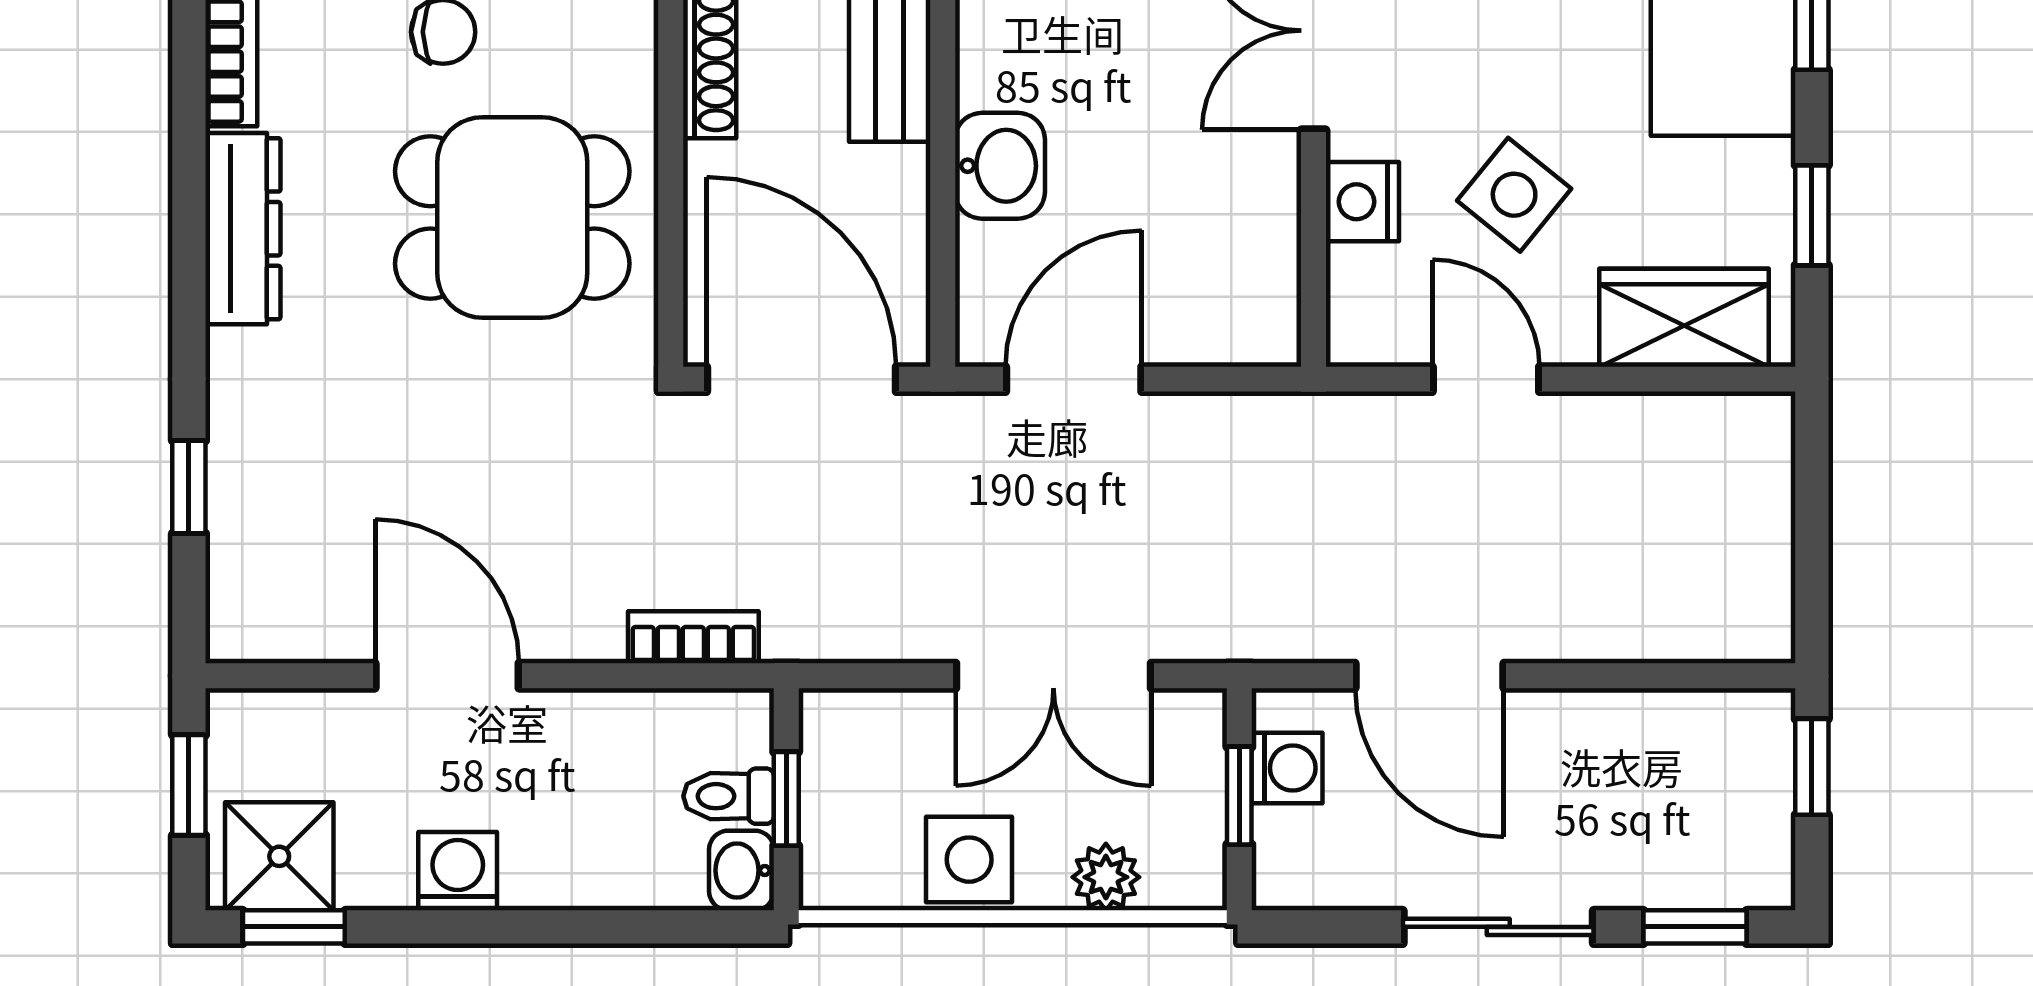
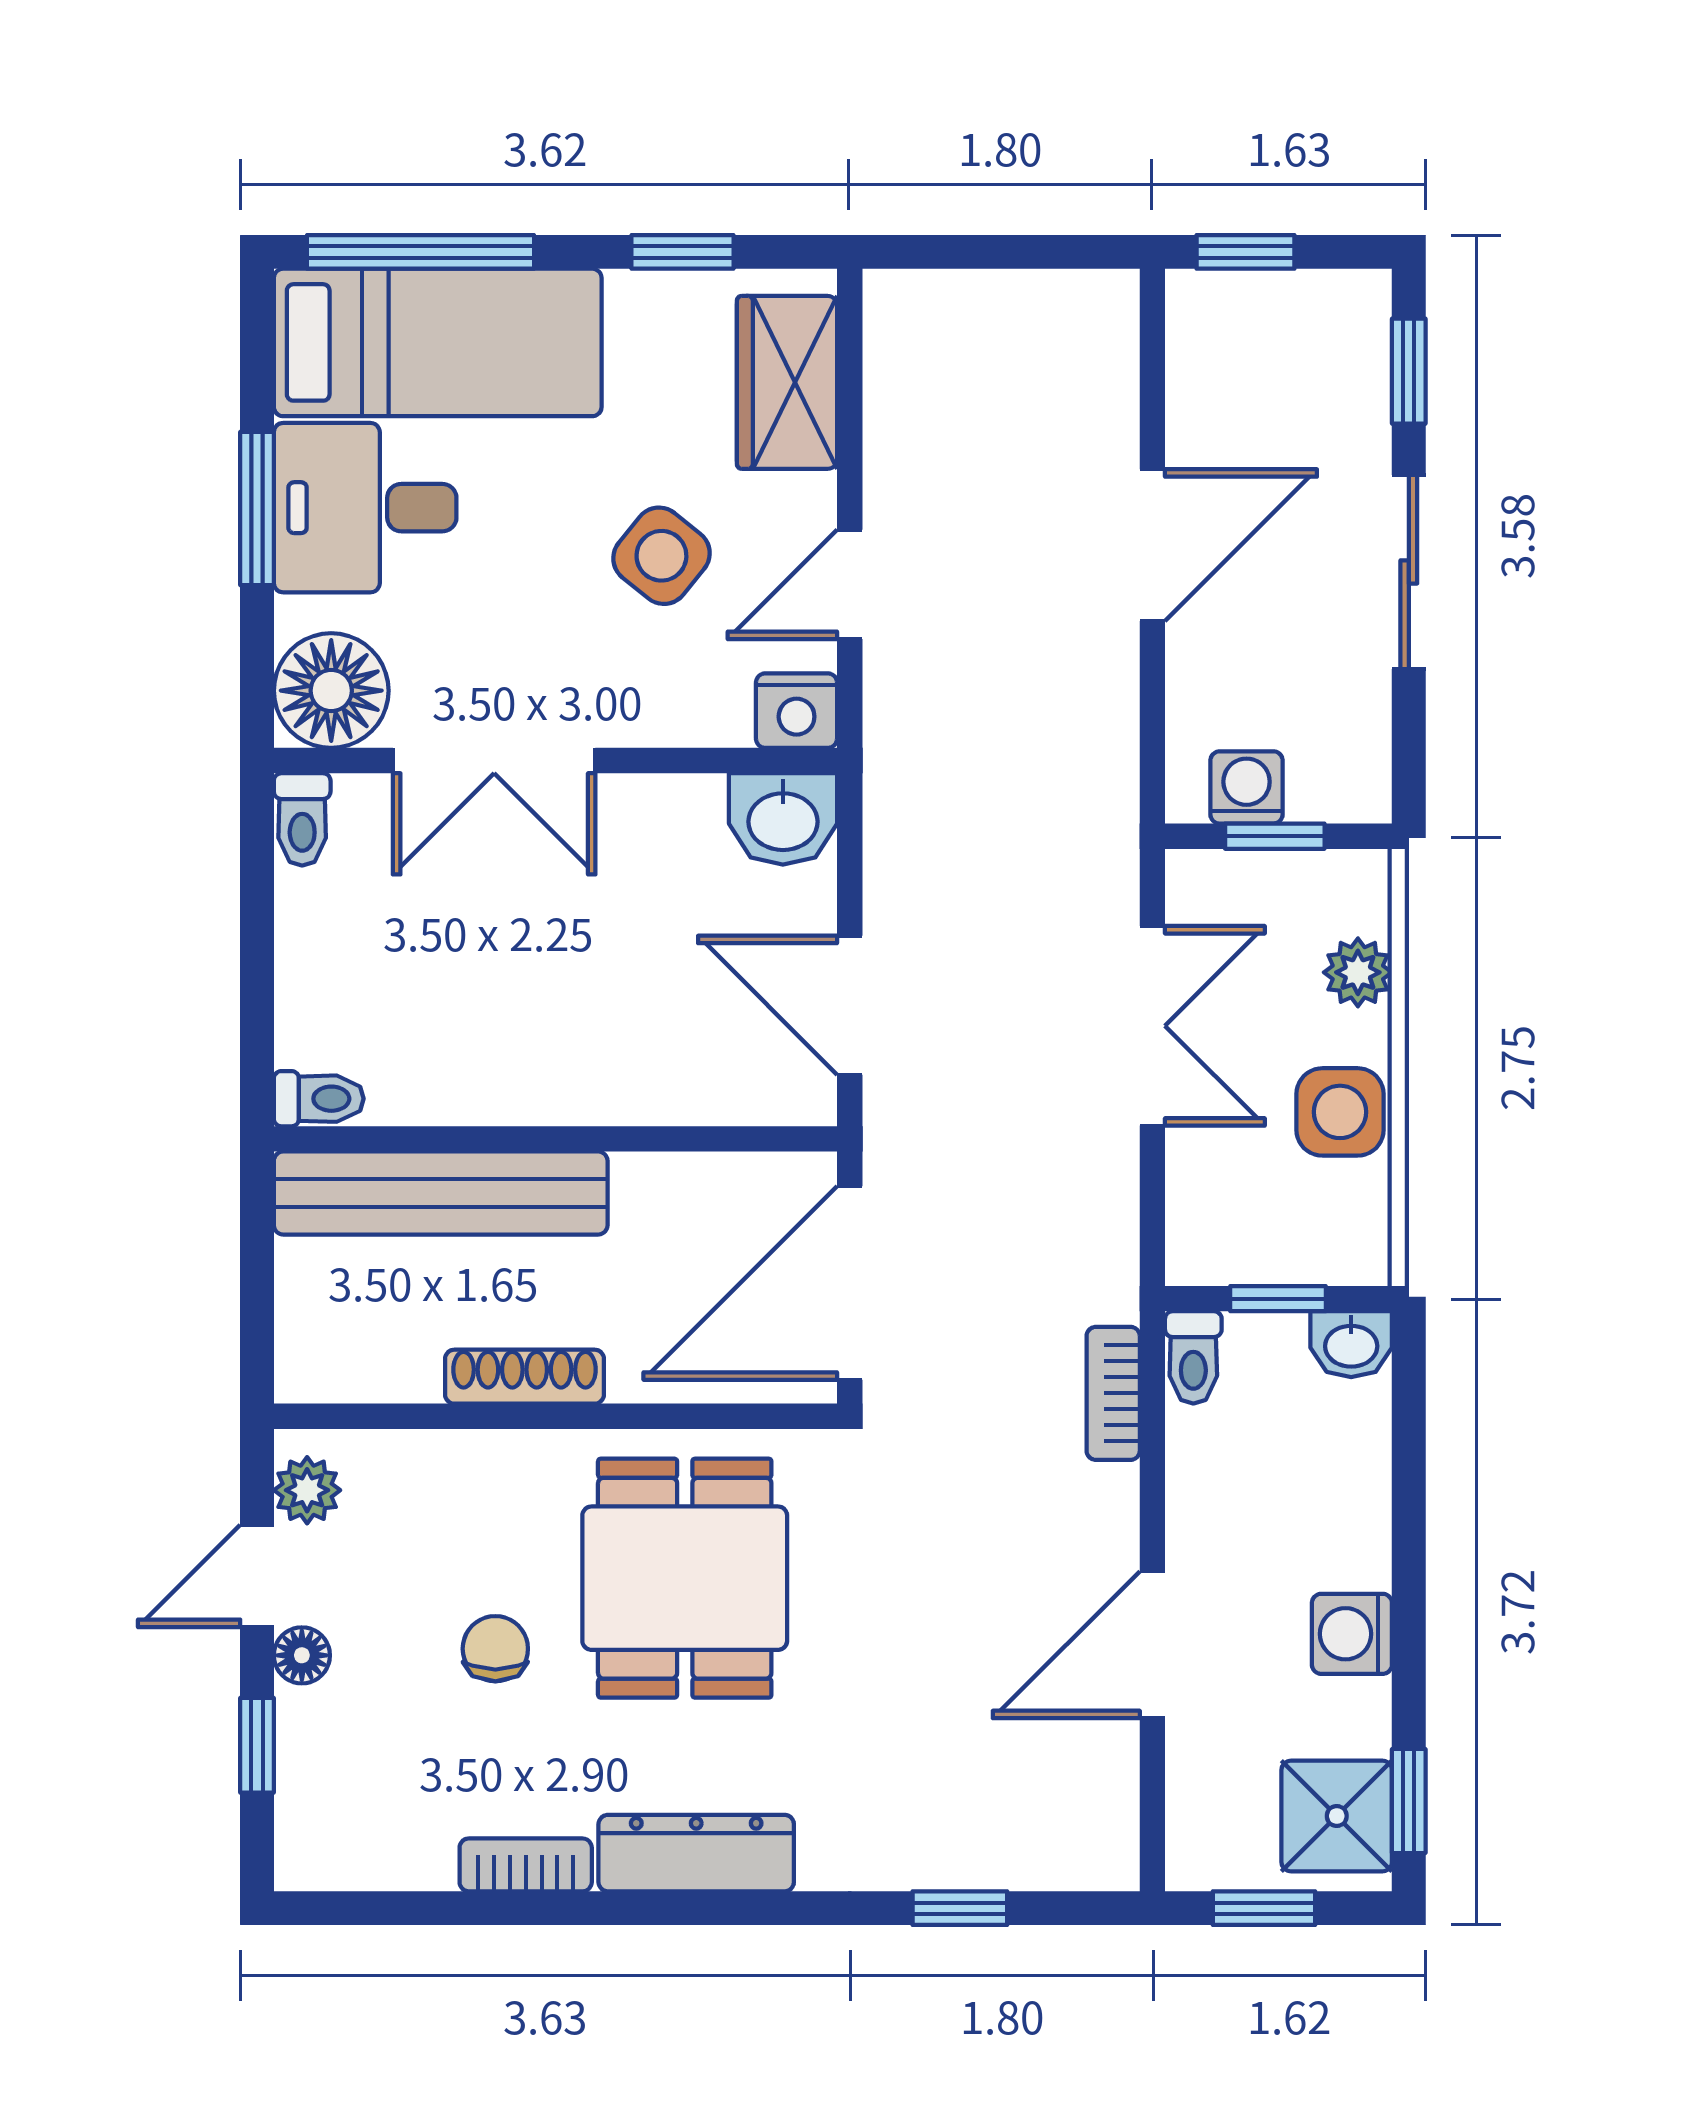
washbasin: (1000, 166) -> (783, 819), moved, turned 180
nightstand: (1362, 202) -> (797, 711), moved
door: (1430, 676) -> (1152, 545), moved
toilet: (729, 796) -> (1193, 1357), moved

